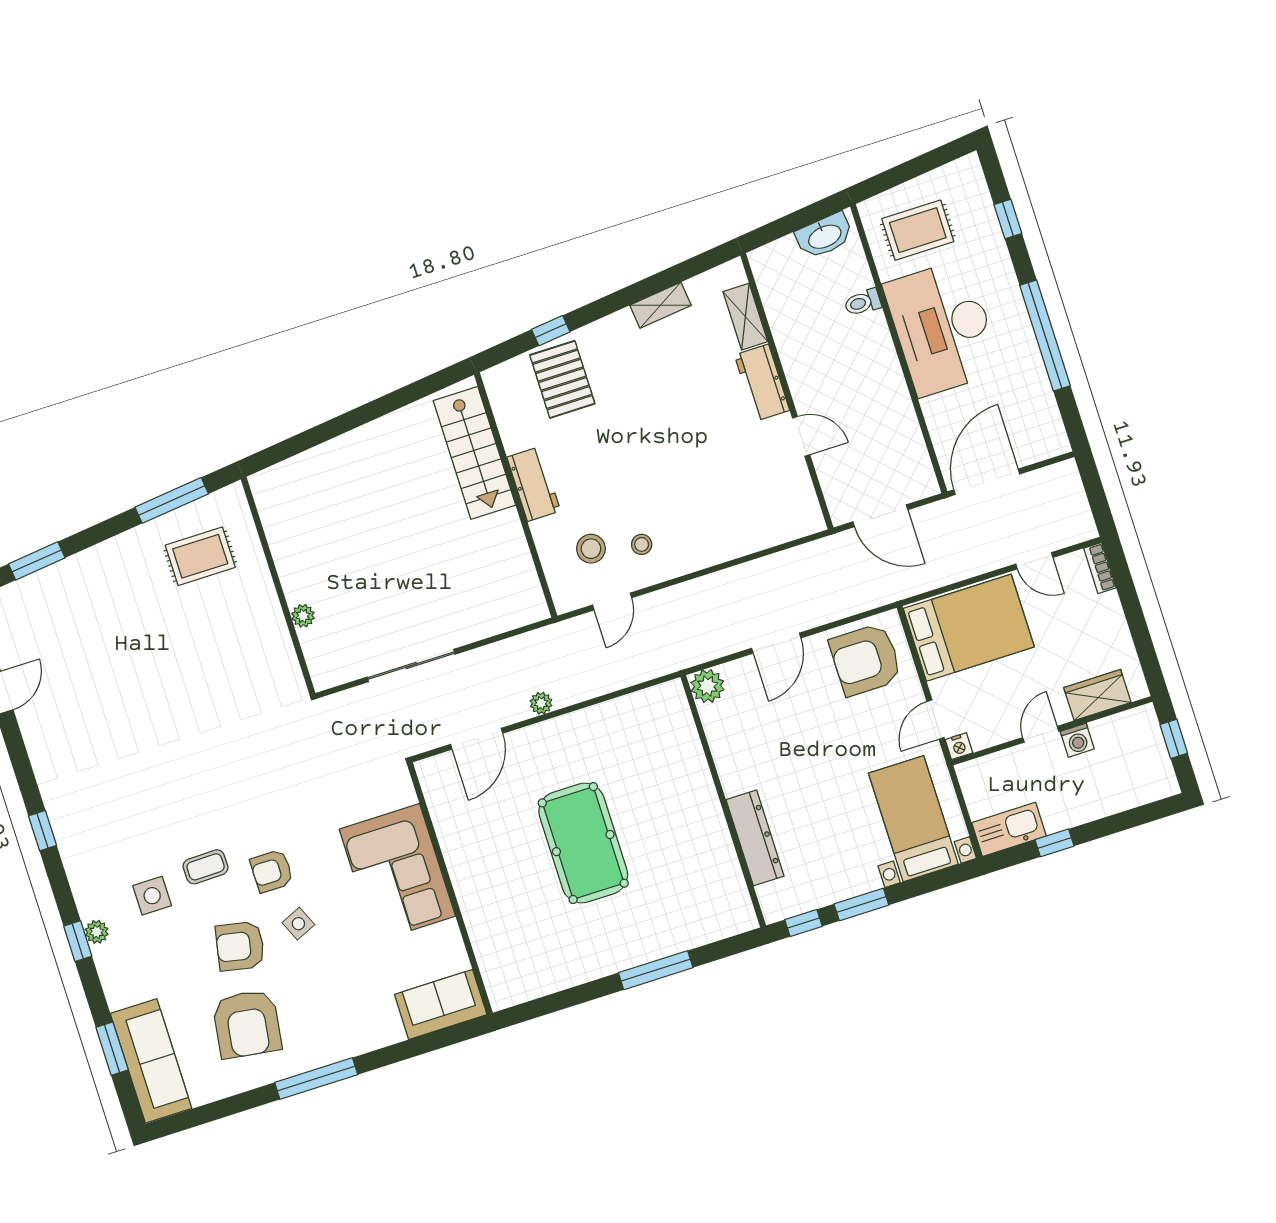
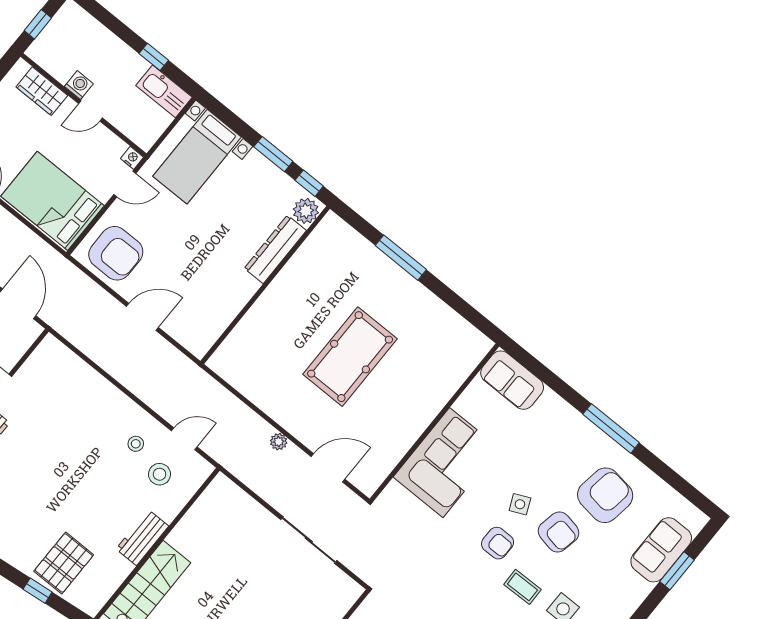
plant: (707, 686) -> (306, 211), moved
sofa: (151, 1061) -> (661, 550), width x0.73

